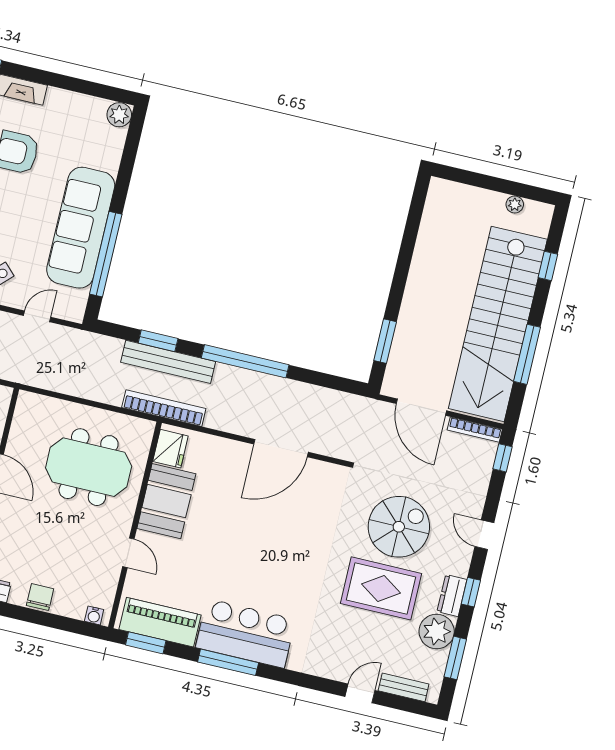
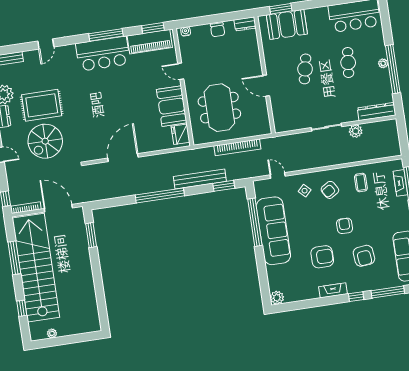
door: (37, 316) -> (278, 175), swing flipped
window: (158, 341) -> (224, 186), moved
bookcase: (164, 408) -> (237, 147), moved
meeting table: (89, 467) -> (219, 108), turned 90
door: (360, 693) -> (46, 44), moved

